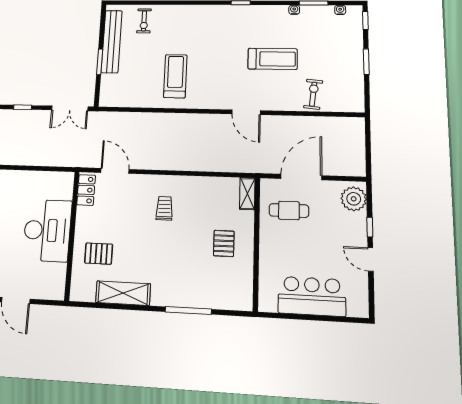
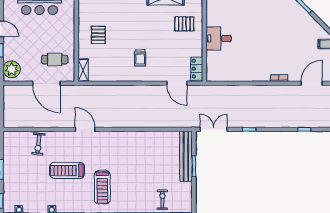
bench: (112, 42) -> (186, 156), moved
treadmill: (175, 76) -> (102, 187), moved
door: (301, 177) -> (46, 83), hinge flipped
desk: (47, 230) -> (219, 39), width x0.53, depth x0.77

